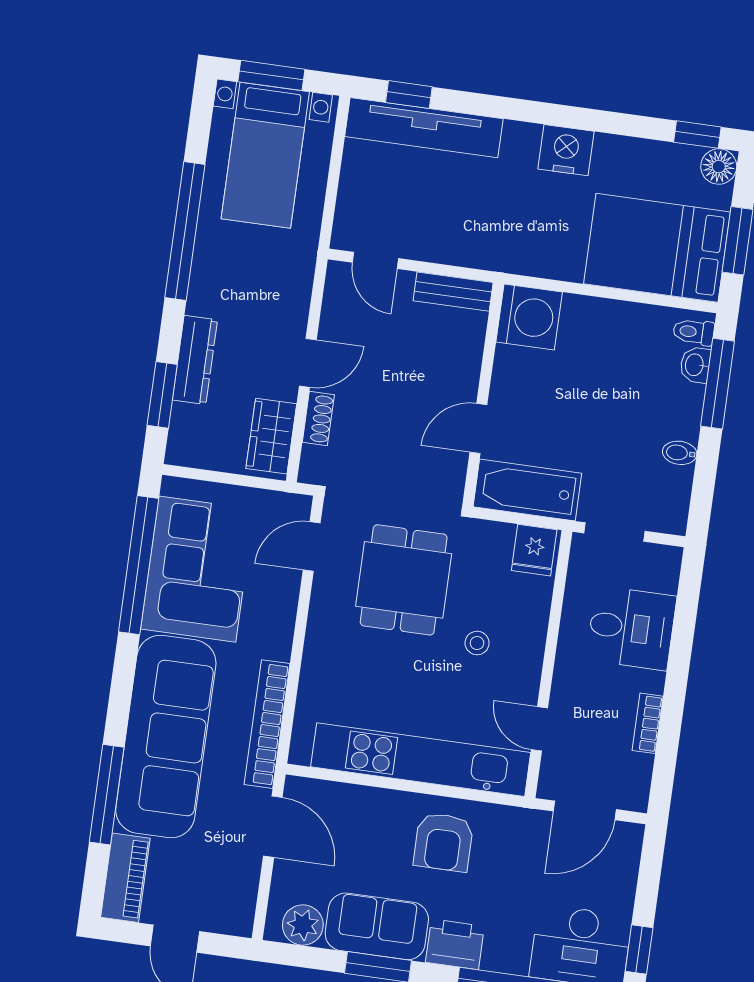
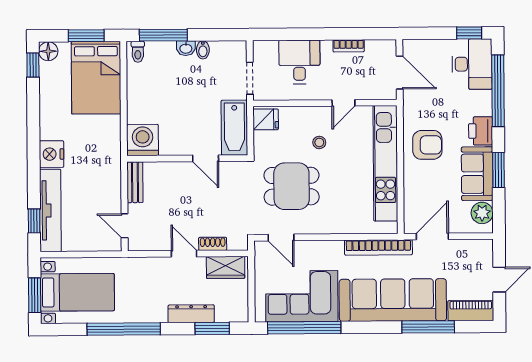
nightstand: (566, 150) -> (52, 154), moved
door: (375, 260) -> (125, 226), swing flipped
washbasin: (695, 365) -> (186, 48), moved
door: (539, 729) -> (343, 103), moved

